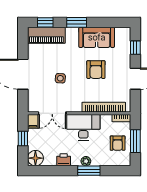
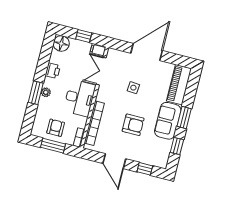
window: (45, 22) -> (177, 146), moved
sofa: (97, 37) -> (168, 121), moved
armchair: (96, 70) -> (133, 125), turned 180
armchair: (118, 143) -> (56, 128), turned 90

